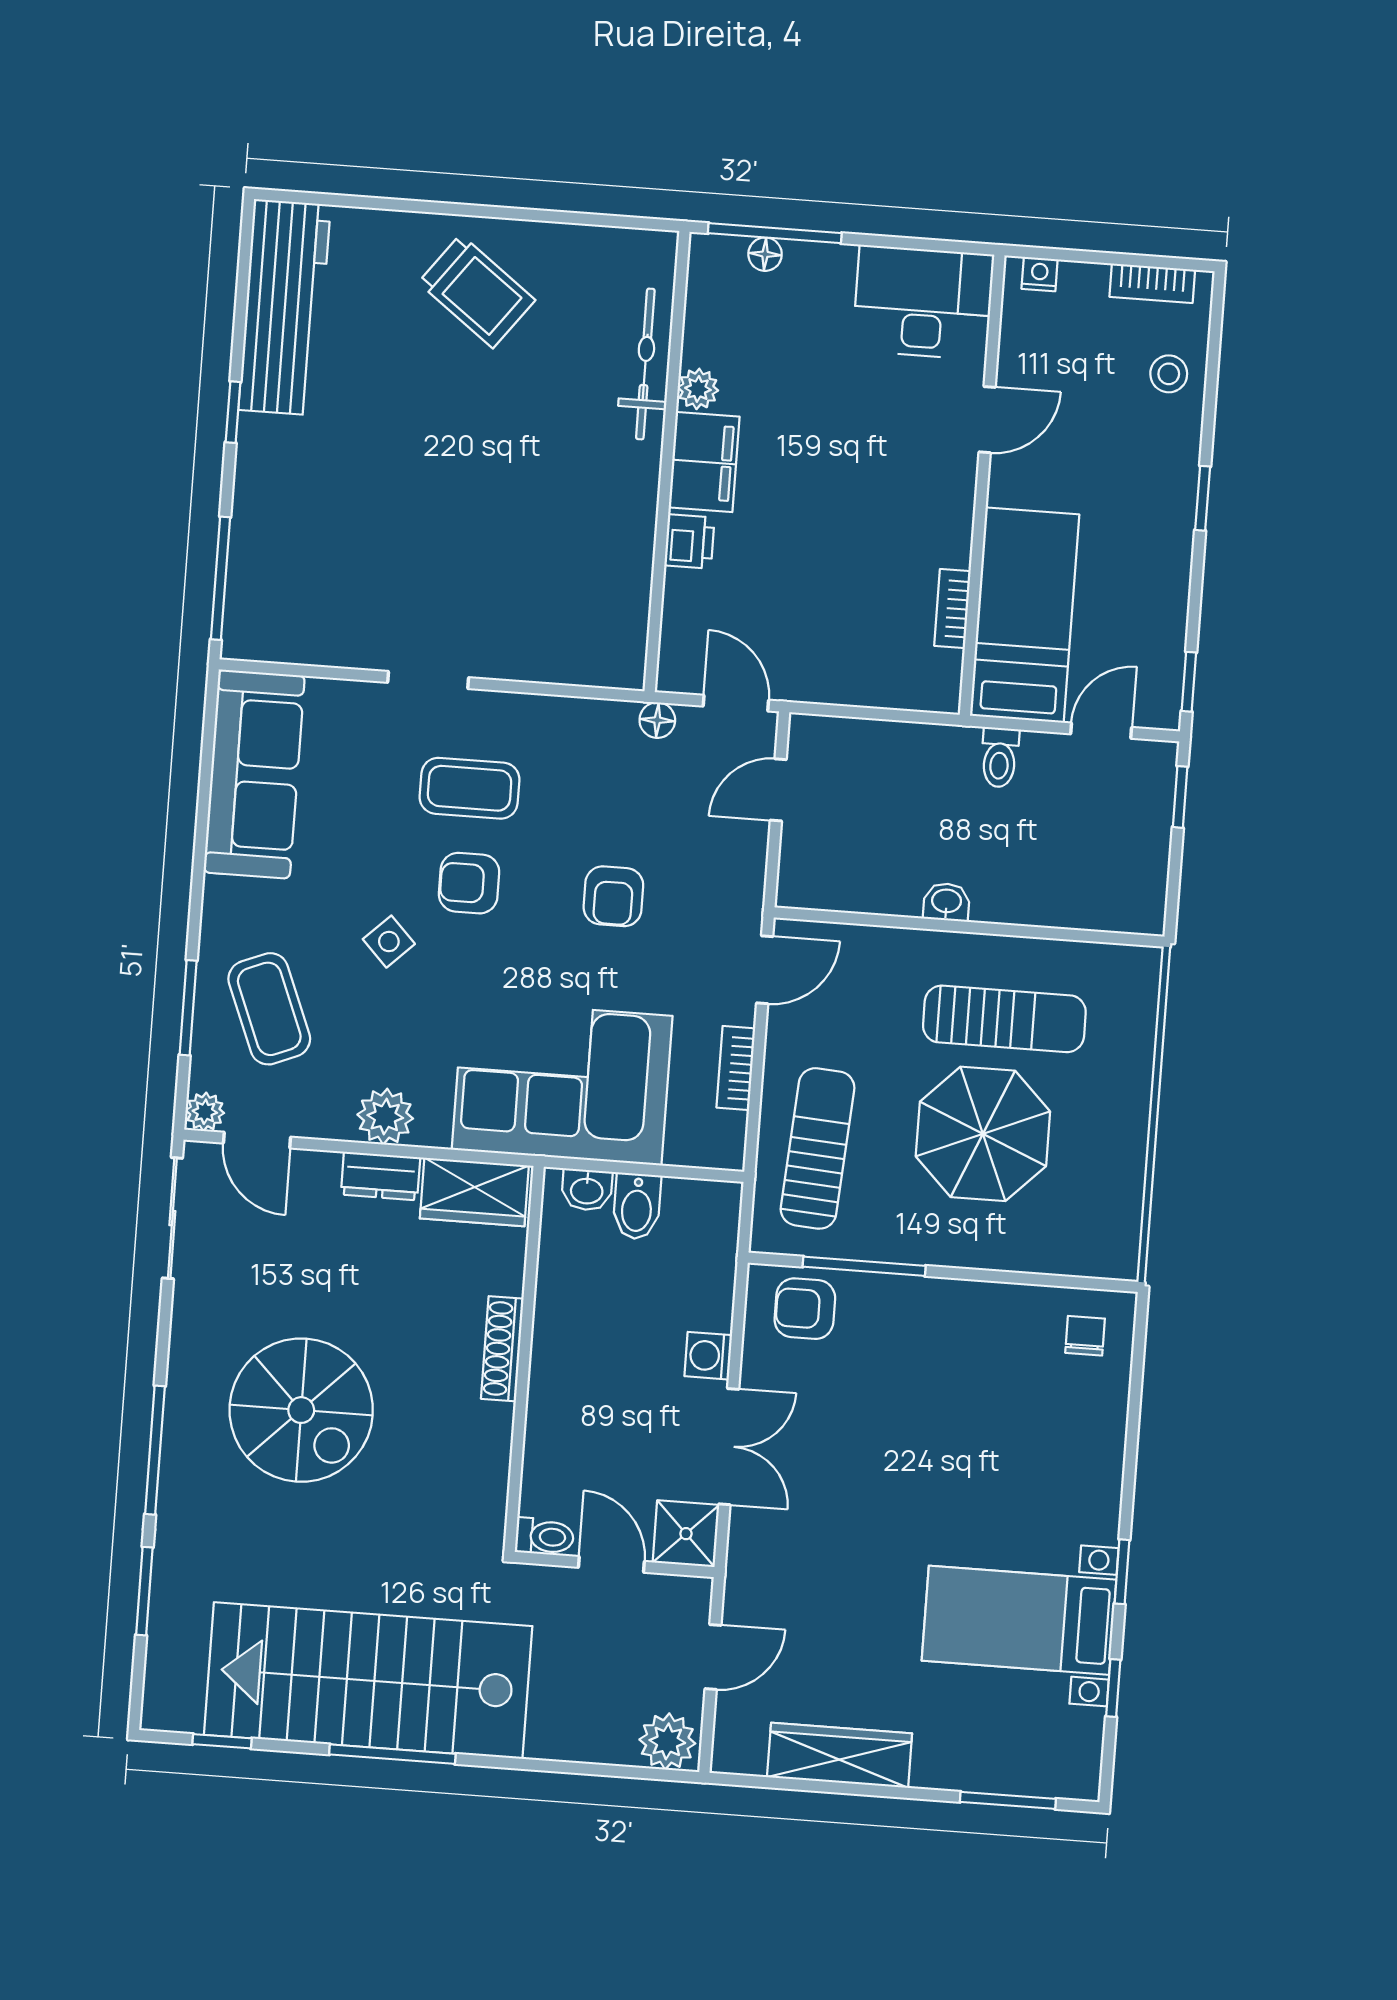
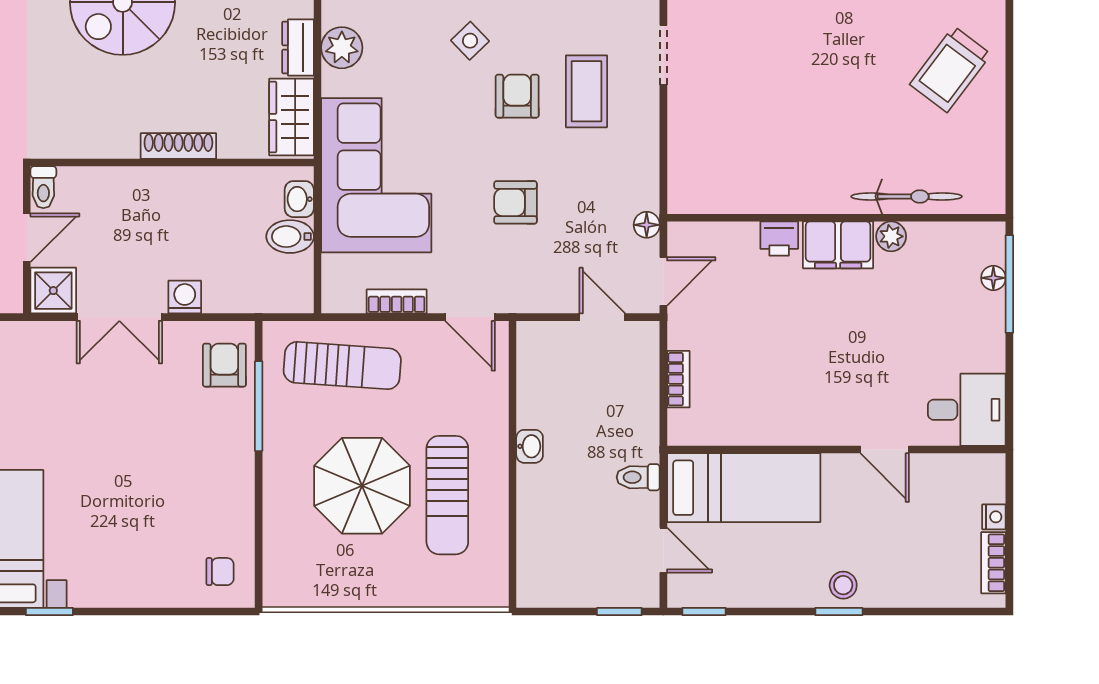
nightstand: (1040, 274) -> (994, 517), moved
desk: (923, 303) -> (967, 410), width x0.73
stool: (1169, 374) -> (843, 585), moved
bookcase: (952, 609) -> (678, 379), moved, turned 90

